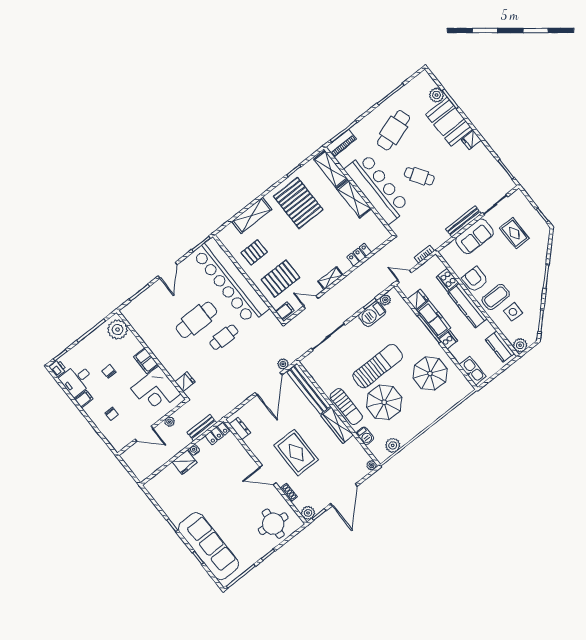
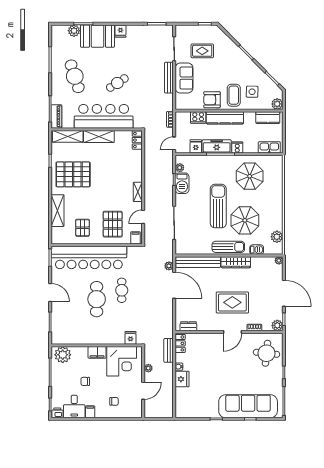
locker: (359, 255) -> (137, 140), moved

